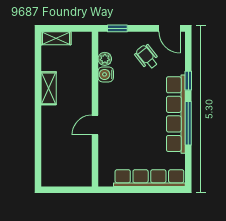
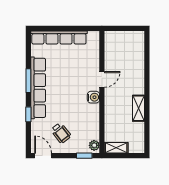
shelving: (56, 38) -> (116, 148), moved
plant: (105, 59) -> (94, 145), moved
water cooler: (106, 74) -> (93, 97), moved
window: (188, 123) -> (28, 81), width x0.69

